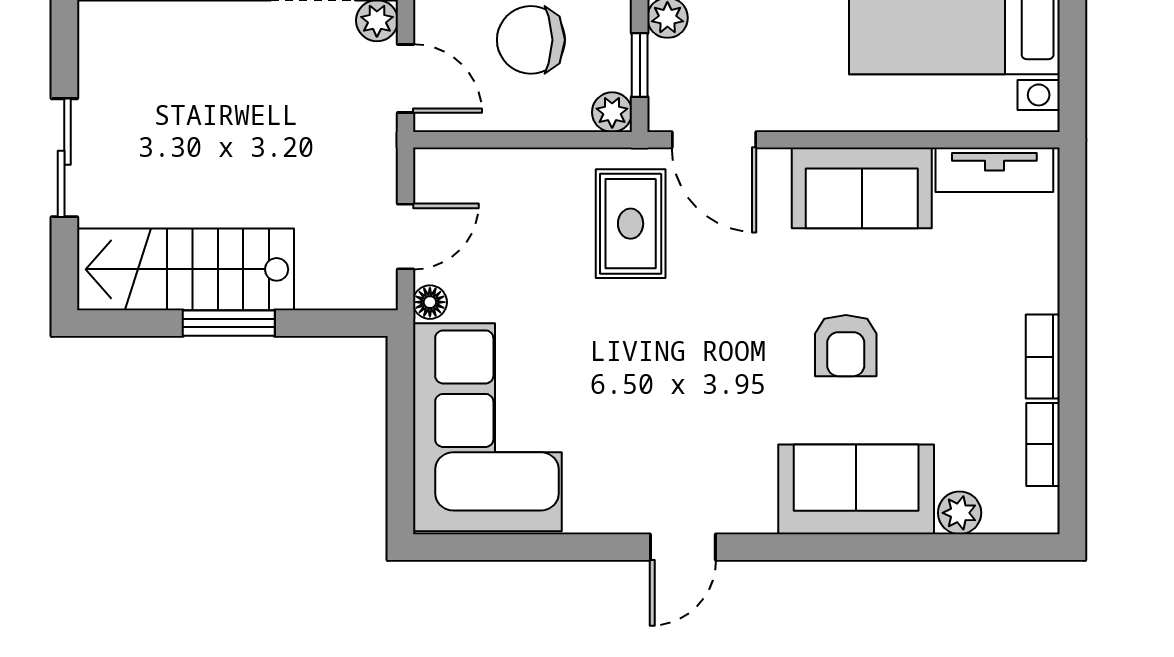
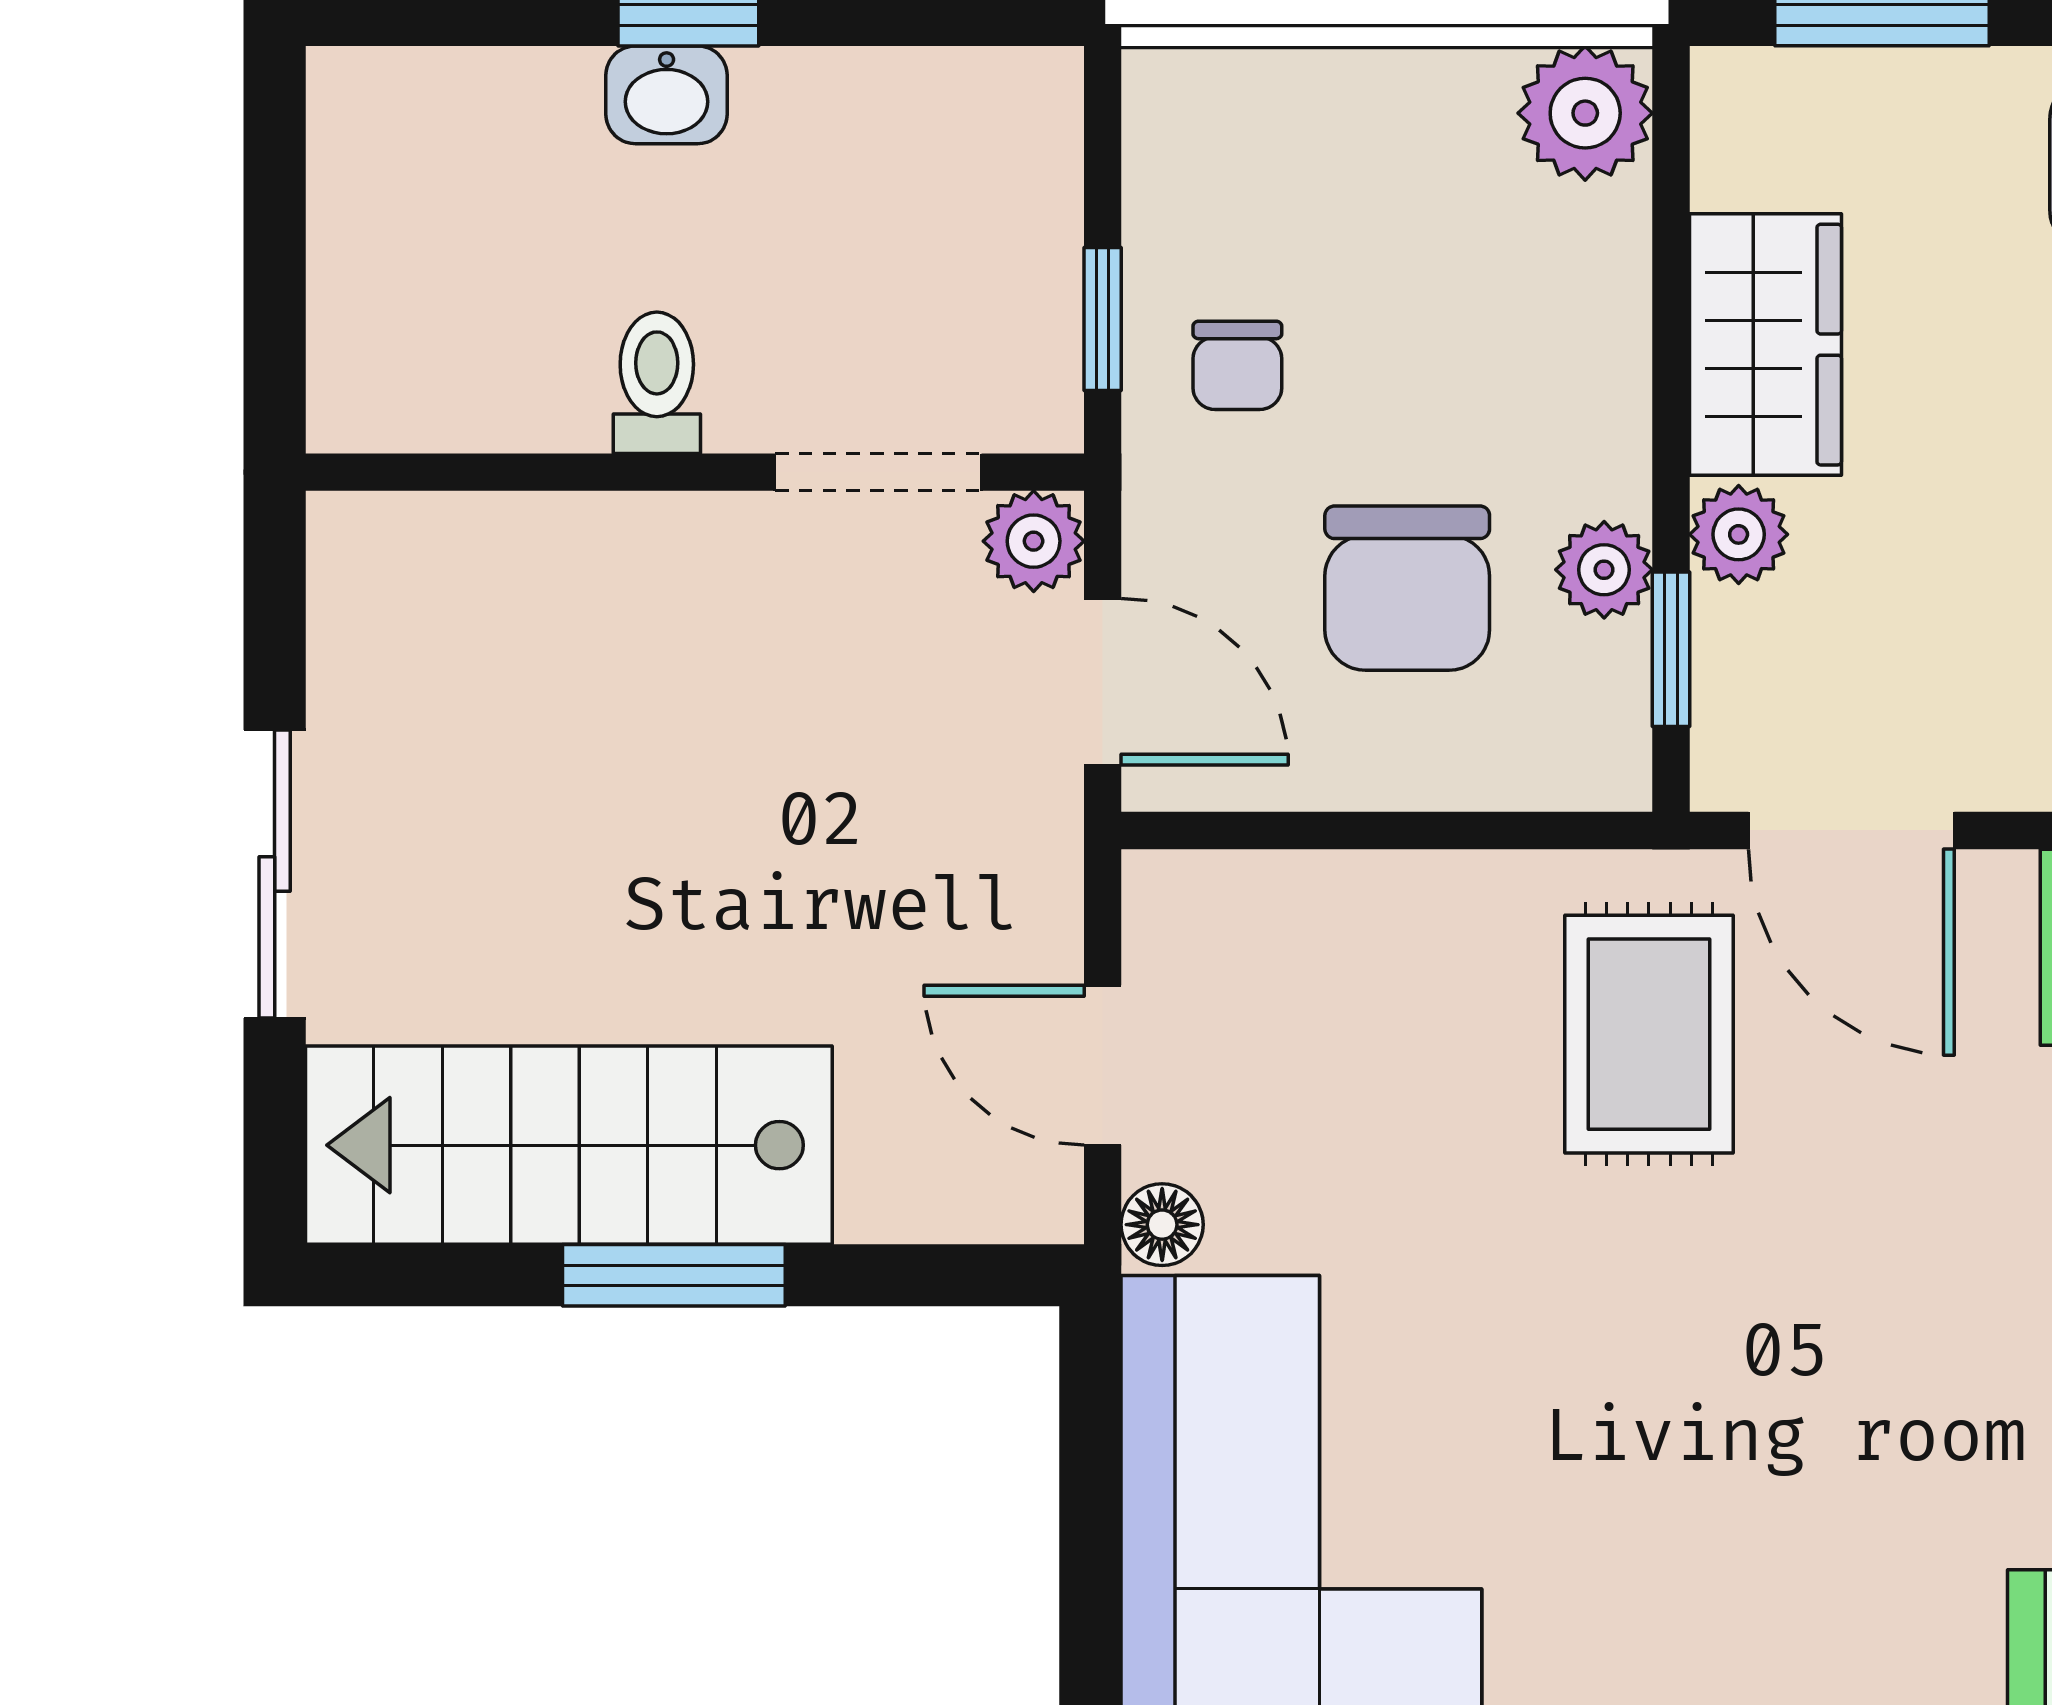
chair: (531, 40) -> (1407, 588), turned -90
plant: (612, 112) -> (1604, 570), moved
door: (405, 236) -> (1103, 1065), swing flipped

